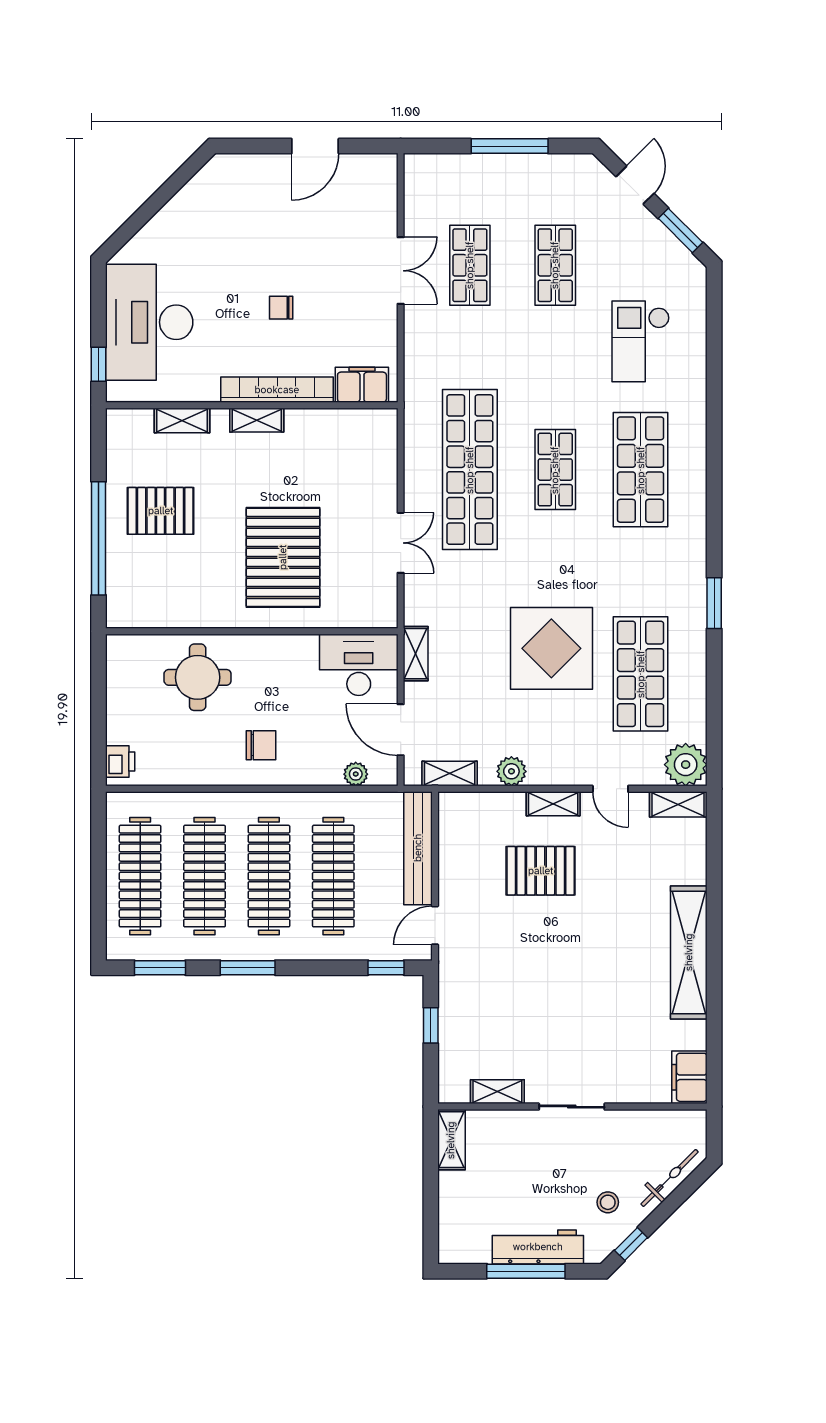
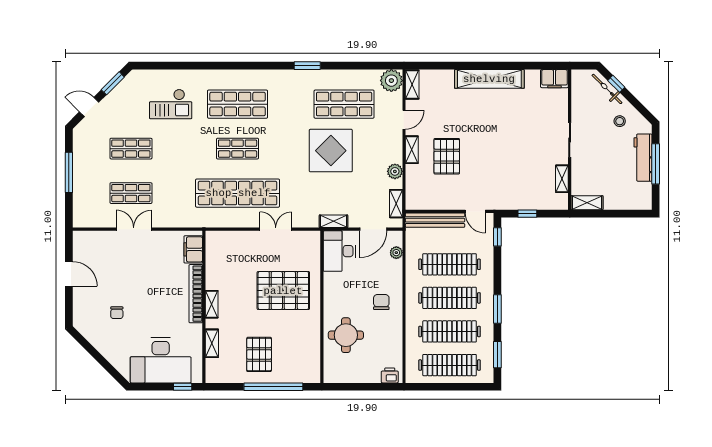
chair: (281, 308) -> (117, 313), moved
window: (631, 1244) -> (616, 84), moved

